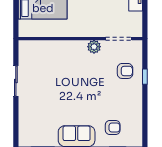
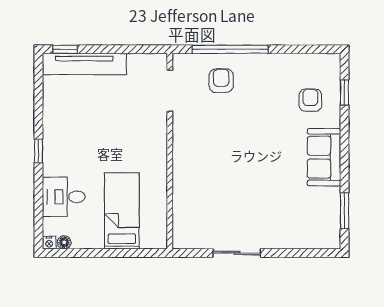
plant: (94, 47) -> (183, 130), removed
window: (145, 77) -> (230, 49), width x3.17

